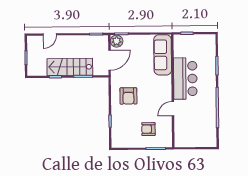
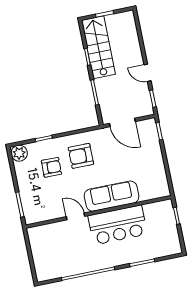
door: (50, 34) -> (147, 73), moved
plant: (117, 41) -> (19, 153), moved
sofa: (163, 55) -> (112, 196), moved
stairs: (70, 67) -> (98, 47), moved
armchair: (148, 129) -> (51, 167), moved, turned 91

